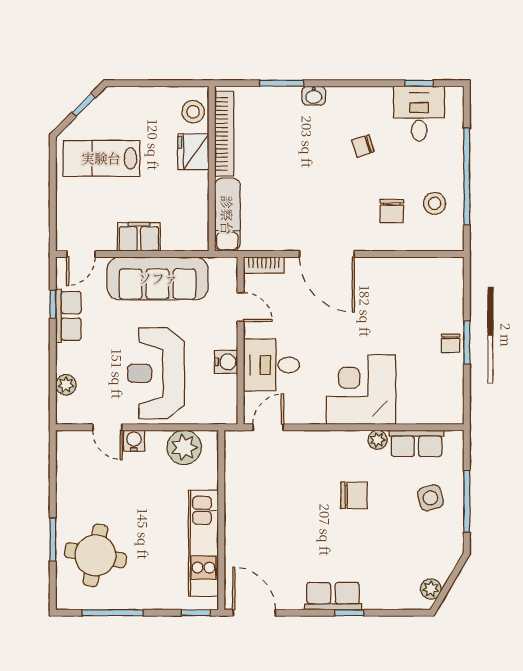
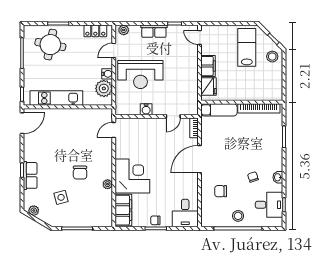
washbasin: (314, 96) -> (278, 177), moved
stool: (193, 112) -> (272, 57), moved
fridge: (193, 152) -> (209, 87), moved, turned 90
stool: (435, 203) -> (238, 216), moved
sofa: (158, 278) -> (187, 75), removed
row of seats: (68, 316) -> (154, 31), moved
desk: (271, 365) -> (185, 213), moved, turned 180
reception desk: (156, 373) -> (140, 75), turned 180
plant: (66, 385) -> (124, 30), moved
filing cabinet: (430, 408) -> (123, 210), added
door: (268, 427) -> (114, 130), swing flipped
water cooler: (134, 441) -> (107, 74), moved
row of seats: (417, 443) -> (106, 203), removed
locker: (68, 464) -> (95, 31), added
side table: (430, 498) -> (61, 197), moved
row of seats: (333, 596) -> (30, 175), moved

